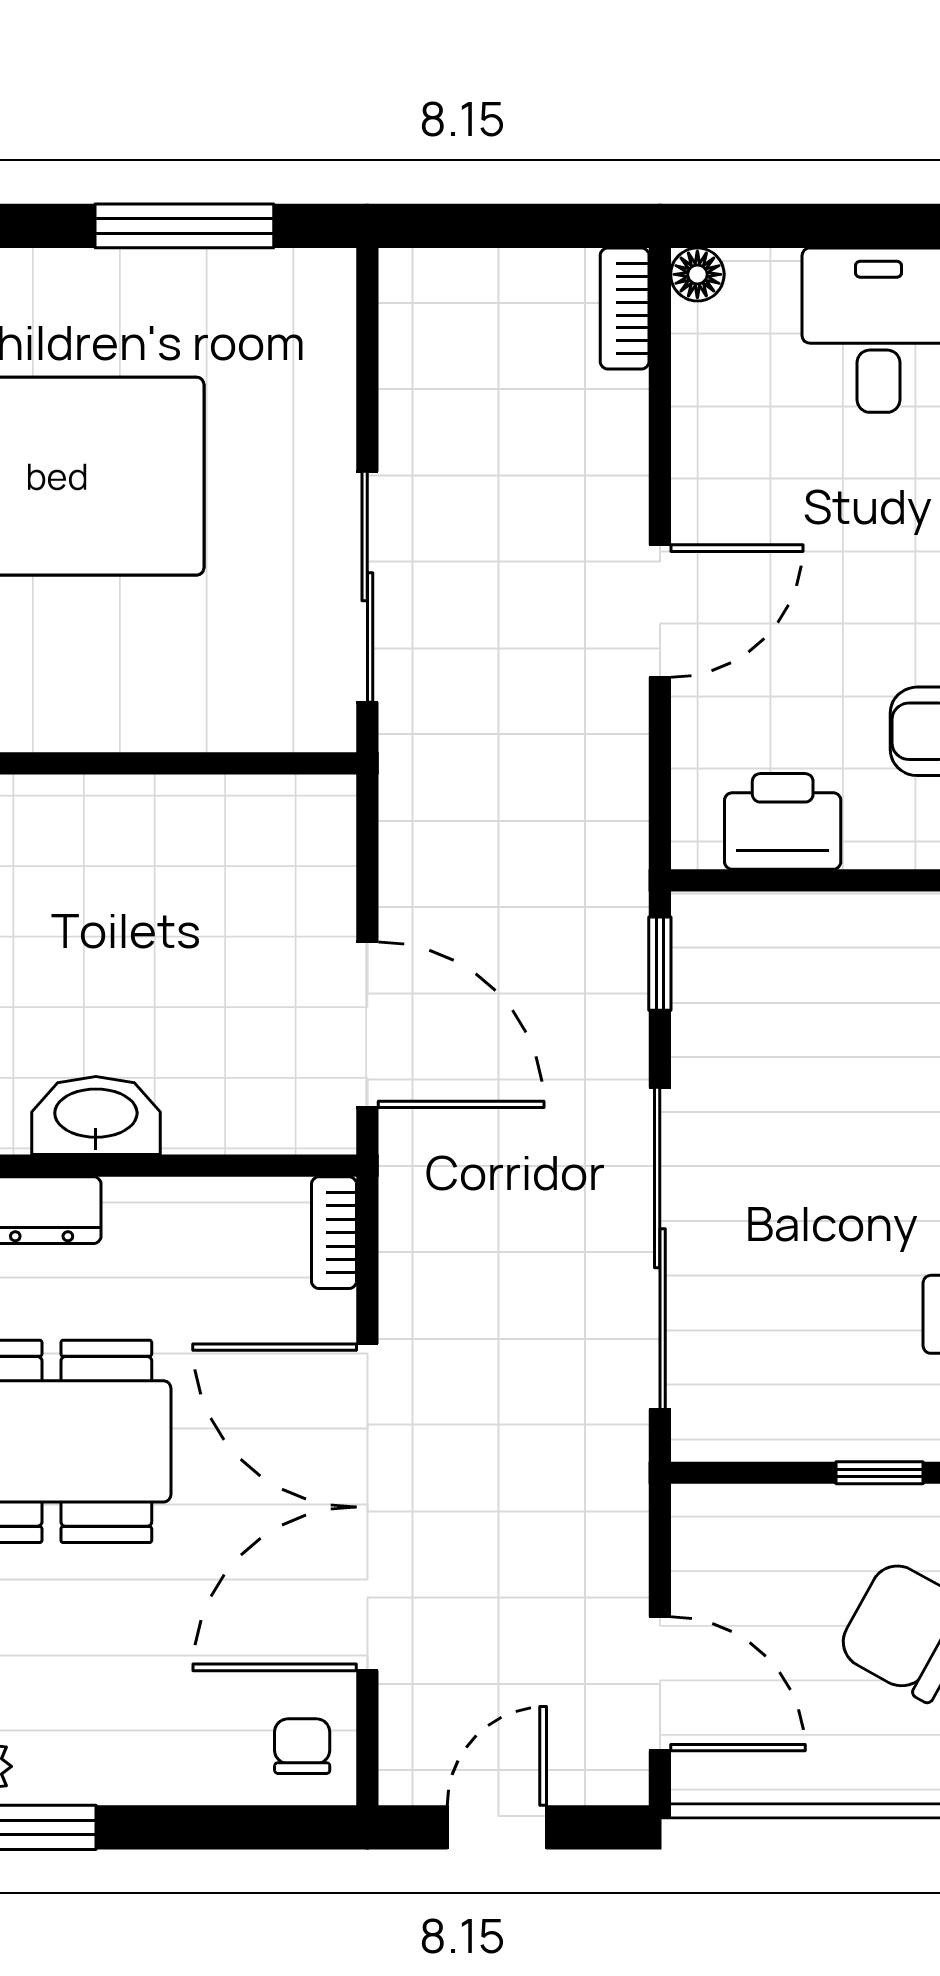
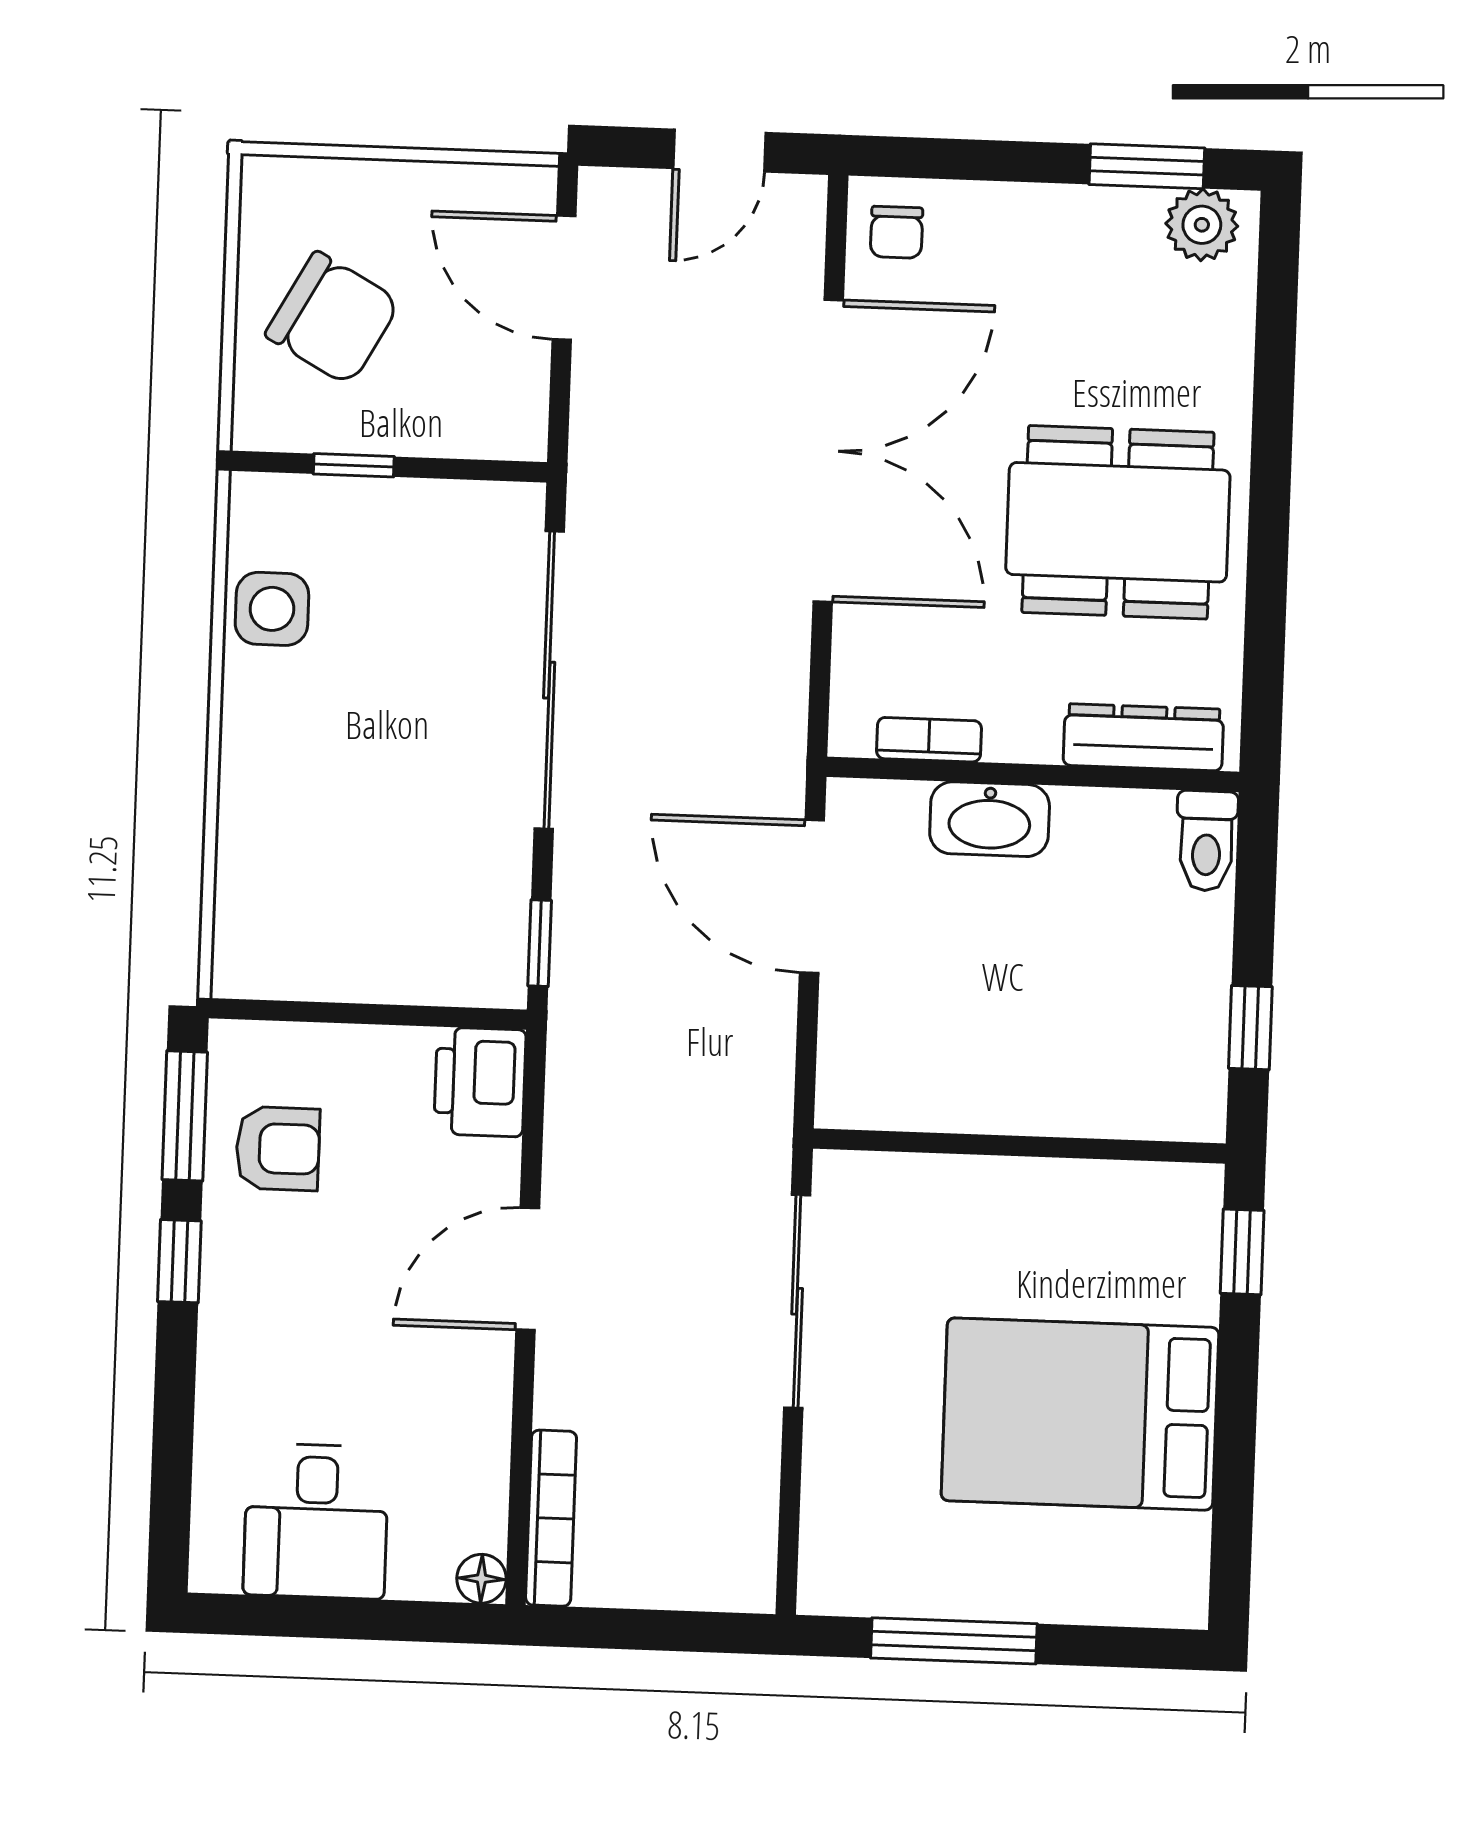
bookcase: (625, 309) -> (551, 1518), width x1.56
printer: (783, 821) -> (480, 1082), moved, turned 90
washbasin: (96, 1115) -> (990, 819), moved
bookcase: (334, 1233) -> (929, 740), moved, turned -90

